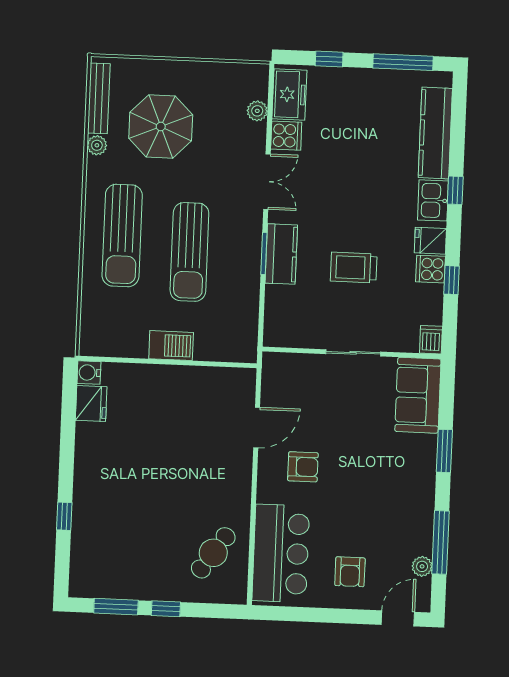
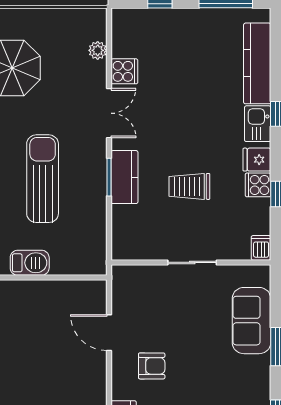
freezer: (289, 94) -> (126, 35), removed
sun lounger: (189, 252) -> (43, 179), turned 180
sofa: (418, 395) -> (251, 321), moved
door: (257, 427) -> (109, 333), swing flipped

